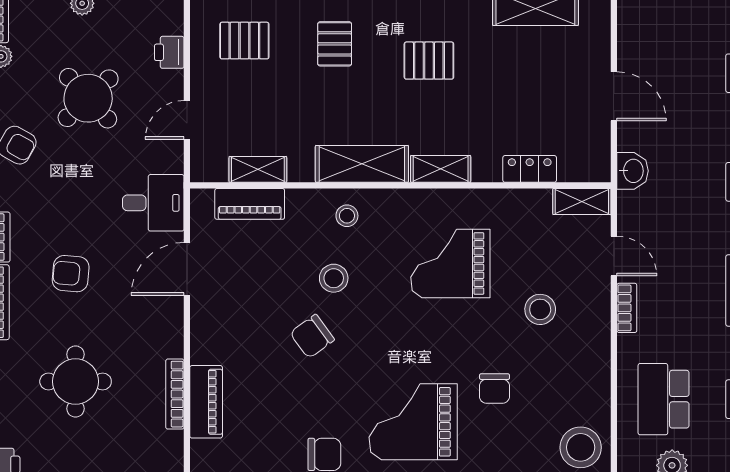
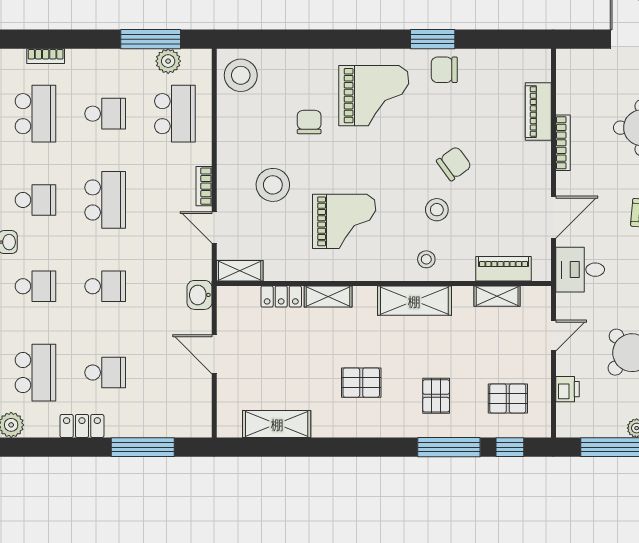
shelving: (441, 169) -> (328, 296), moved
stool: (540, 309) -> (273, 185), width x1.38, depth x1.38
bookcase: (175, 394) -> (563, 143), moved

